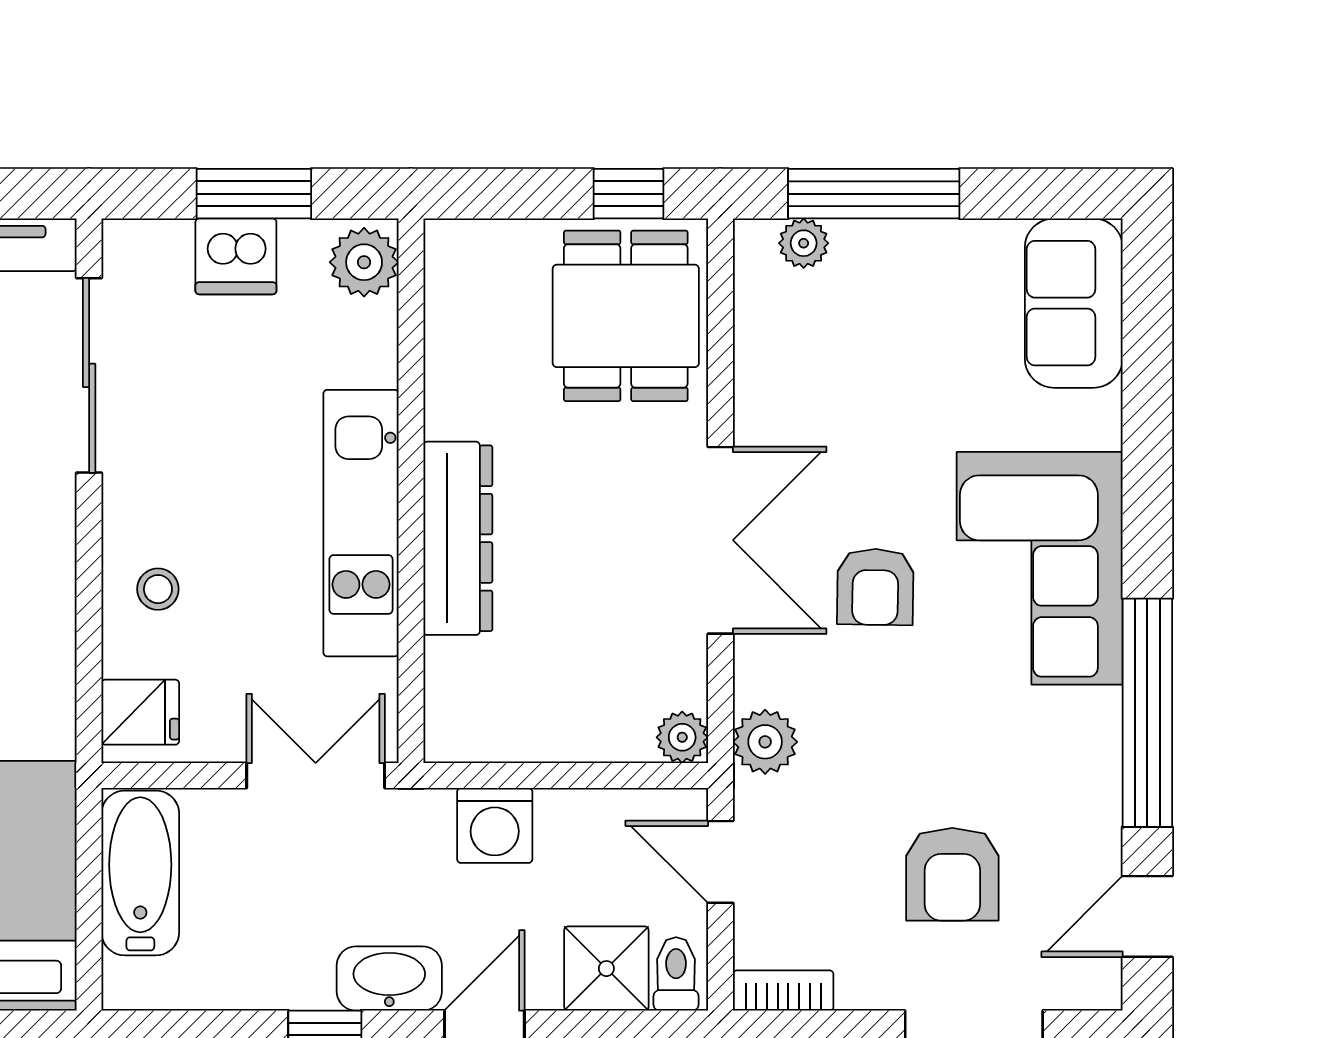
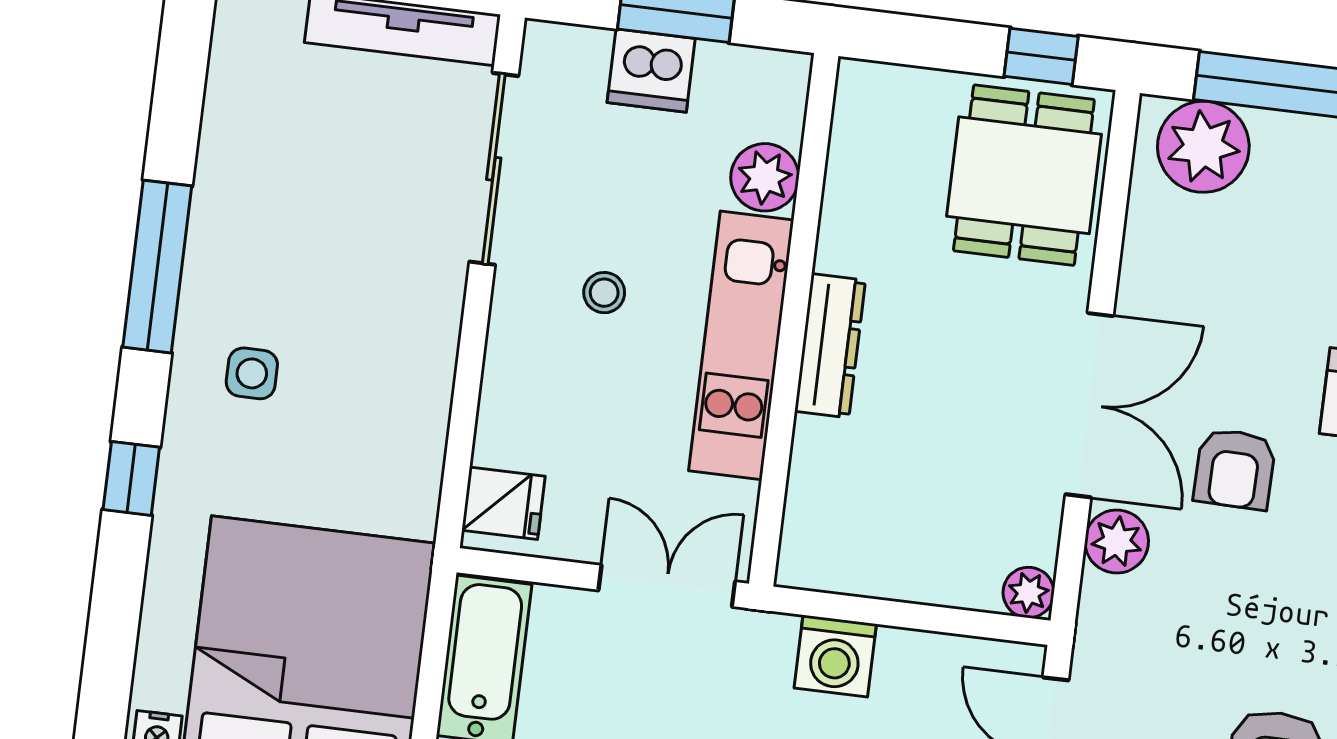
plant: (804, 243) -> (1203, 147), width x1.88, depth x1.88
plant: (364, 262) -> (765, 177), moved
dresser: (458, 538) -> (830, 346), width x0.73, depth x0.80
stool: (158, 589) -> (604, 293), moved
plant: (765, 742) -> (1117, 542), moved

